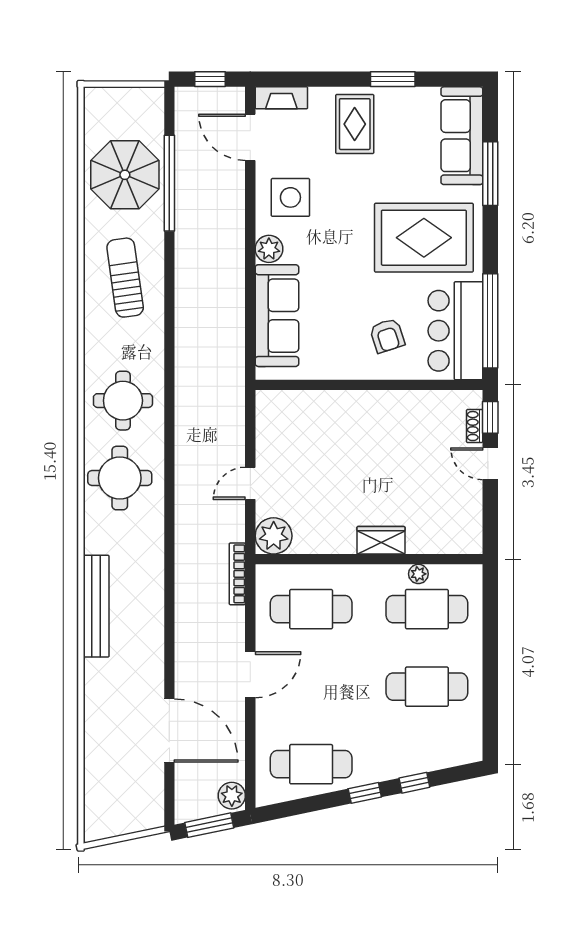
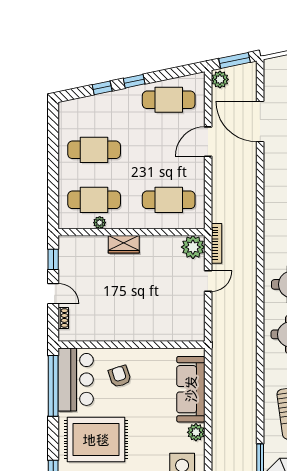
window: (490, 417) -> (53, 259), moved
bookcase: (237, 574) -> (216, 243), moved
door: (250, 675) -> (208, 142), moved

